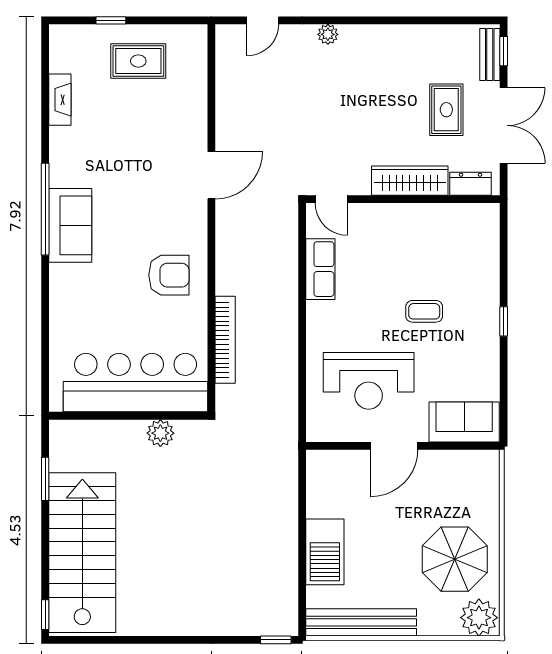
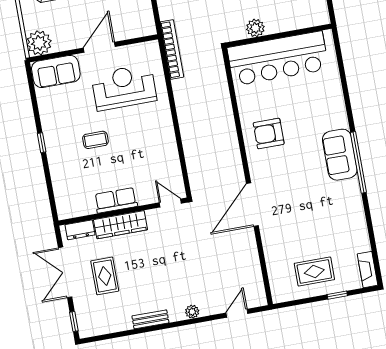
bench: (490, 54) -> (150, 319), moved, turned 90
fireplace: (60, 100) -> (368, 270), moved
door: (211, 175) -> (252, 205), width x1.36
row of seats: (320, 269) -> (116, 200), moved, turned 90
bookcase: (225, 340) -> (172, 49), moved, turned 180
plant: (481, 468) -> (39, 43), added

